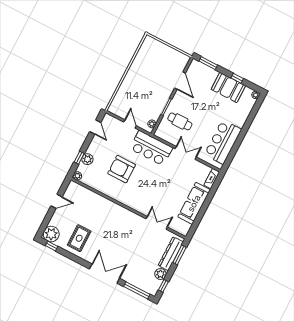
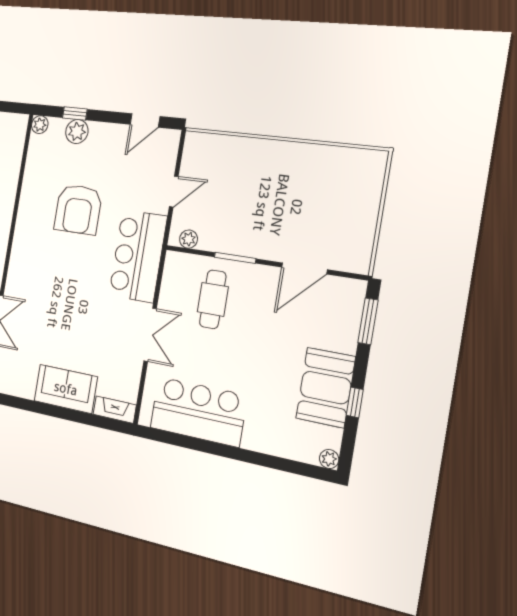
armchair: (122, 169) -> (78, 209), turned 180
sofa: (194, 203) -> (66, 389), width x0.73

